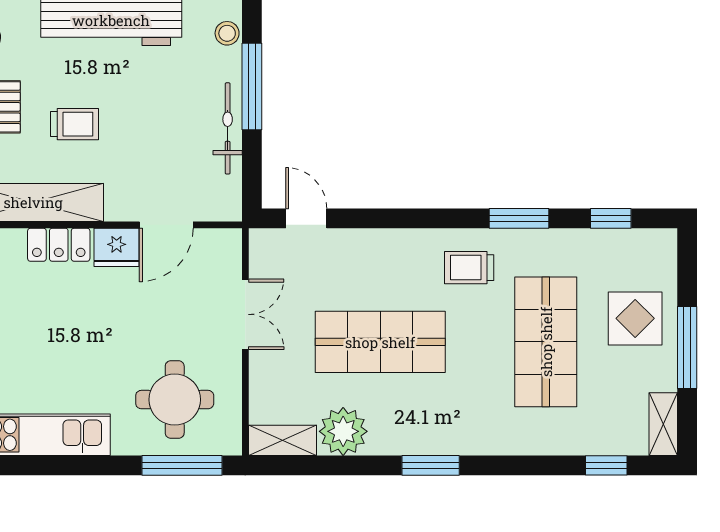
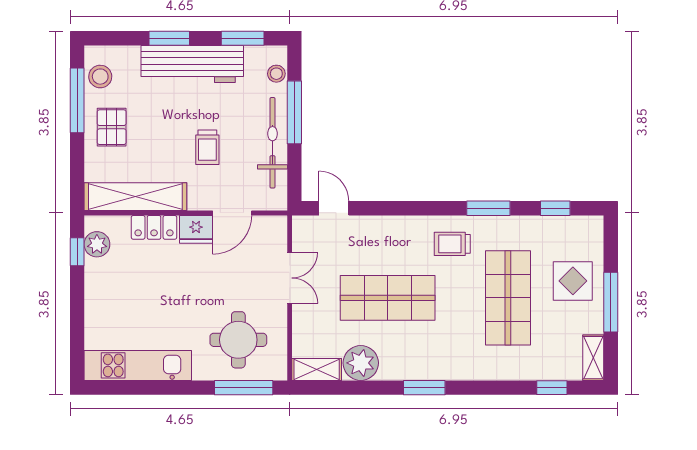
trolley: (75, 124) -> (207, 147), moved, turned 90
bicycle: (228, 128) -> (273, 143), width x1.37, depth x1.40

